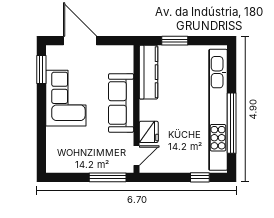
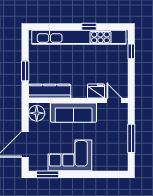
floor lamp: (120, 55) -> (37, 113), added
window: (232, 123) -> (89, 27), width x0.32
window: (108, 177) -> (131, 138), moved

